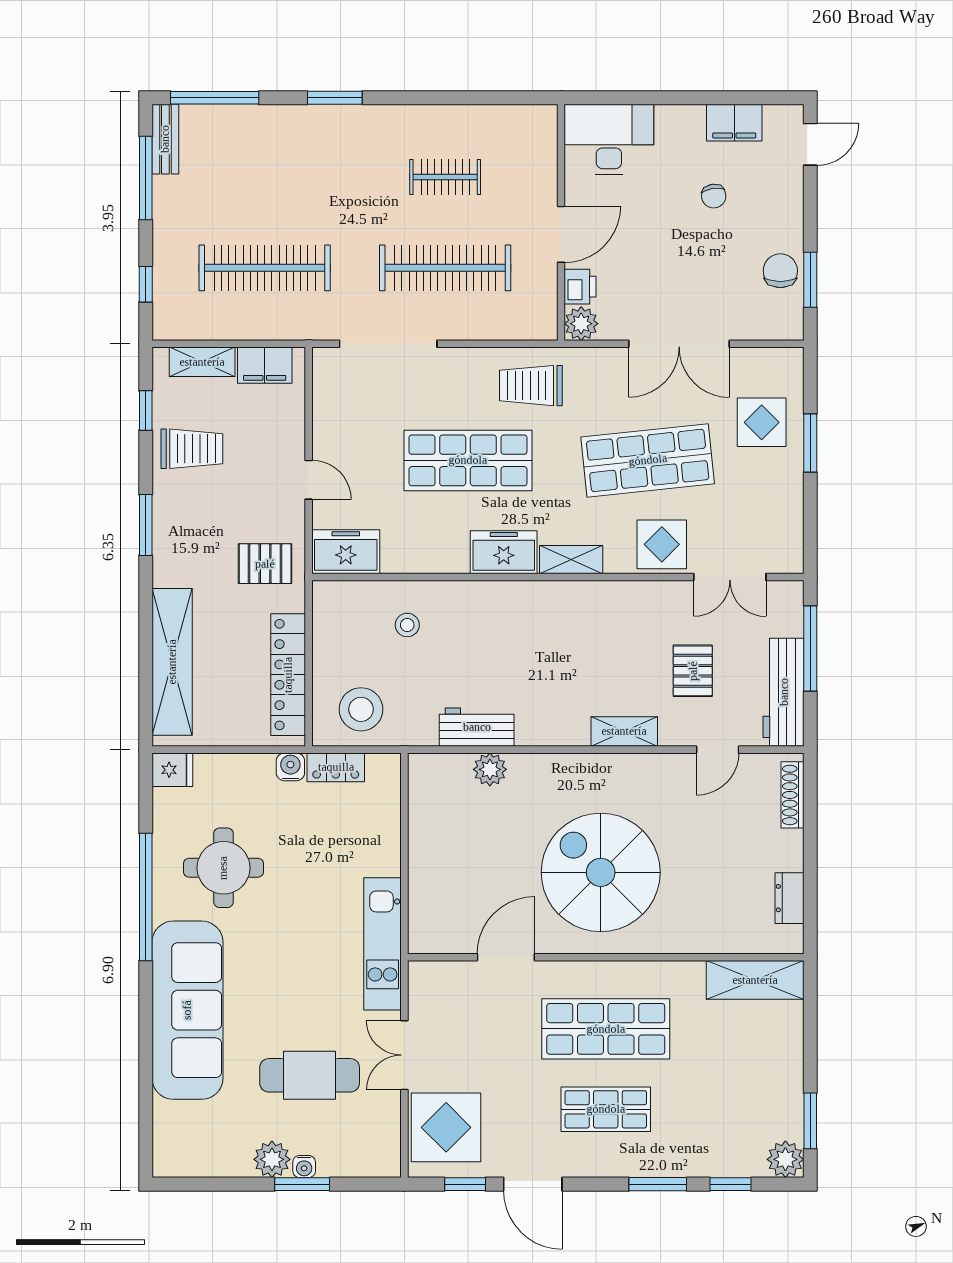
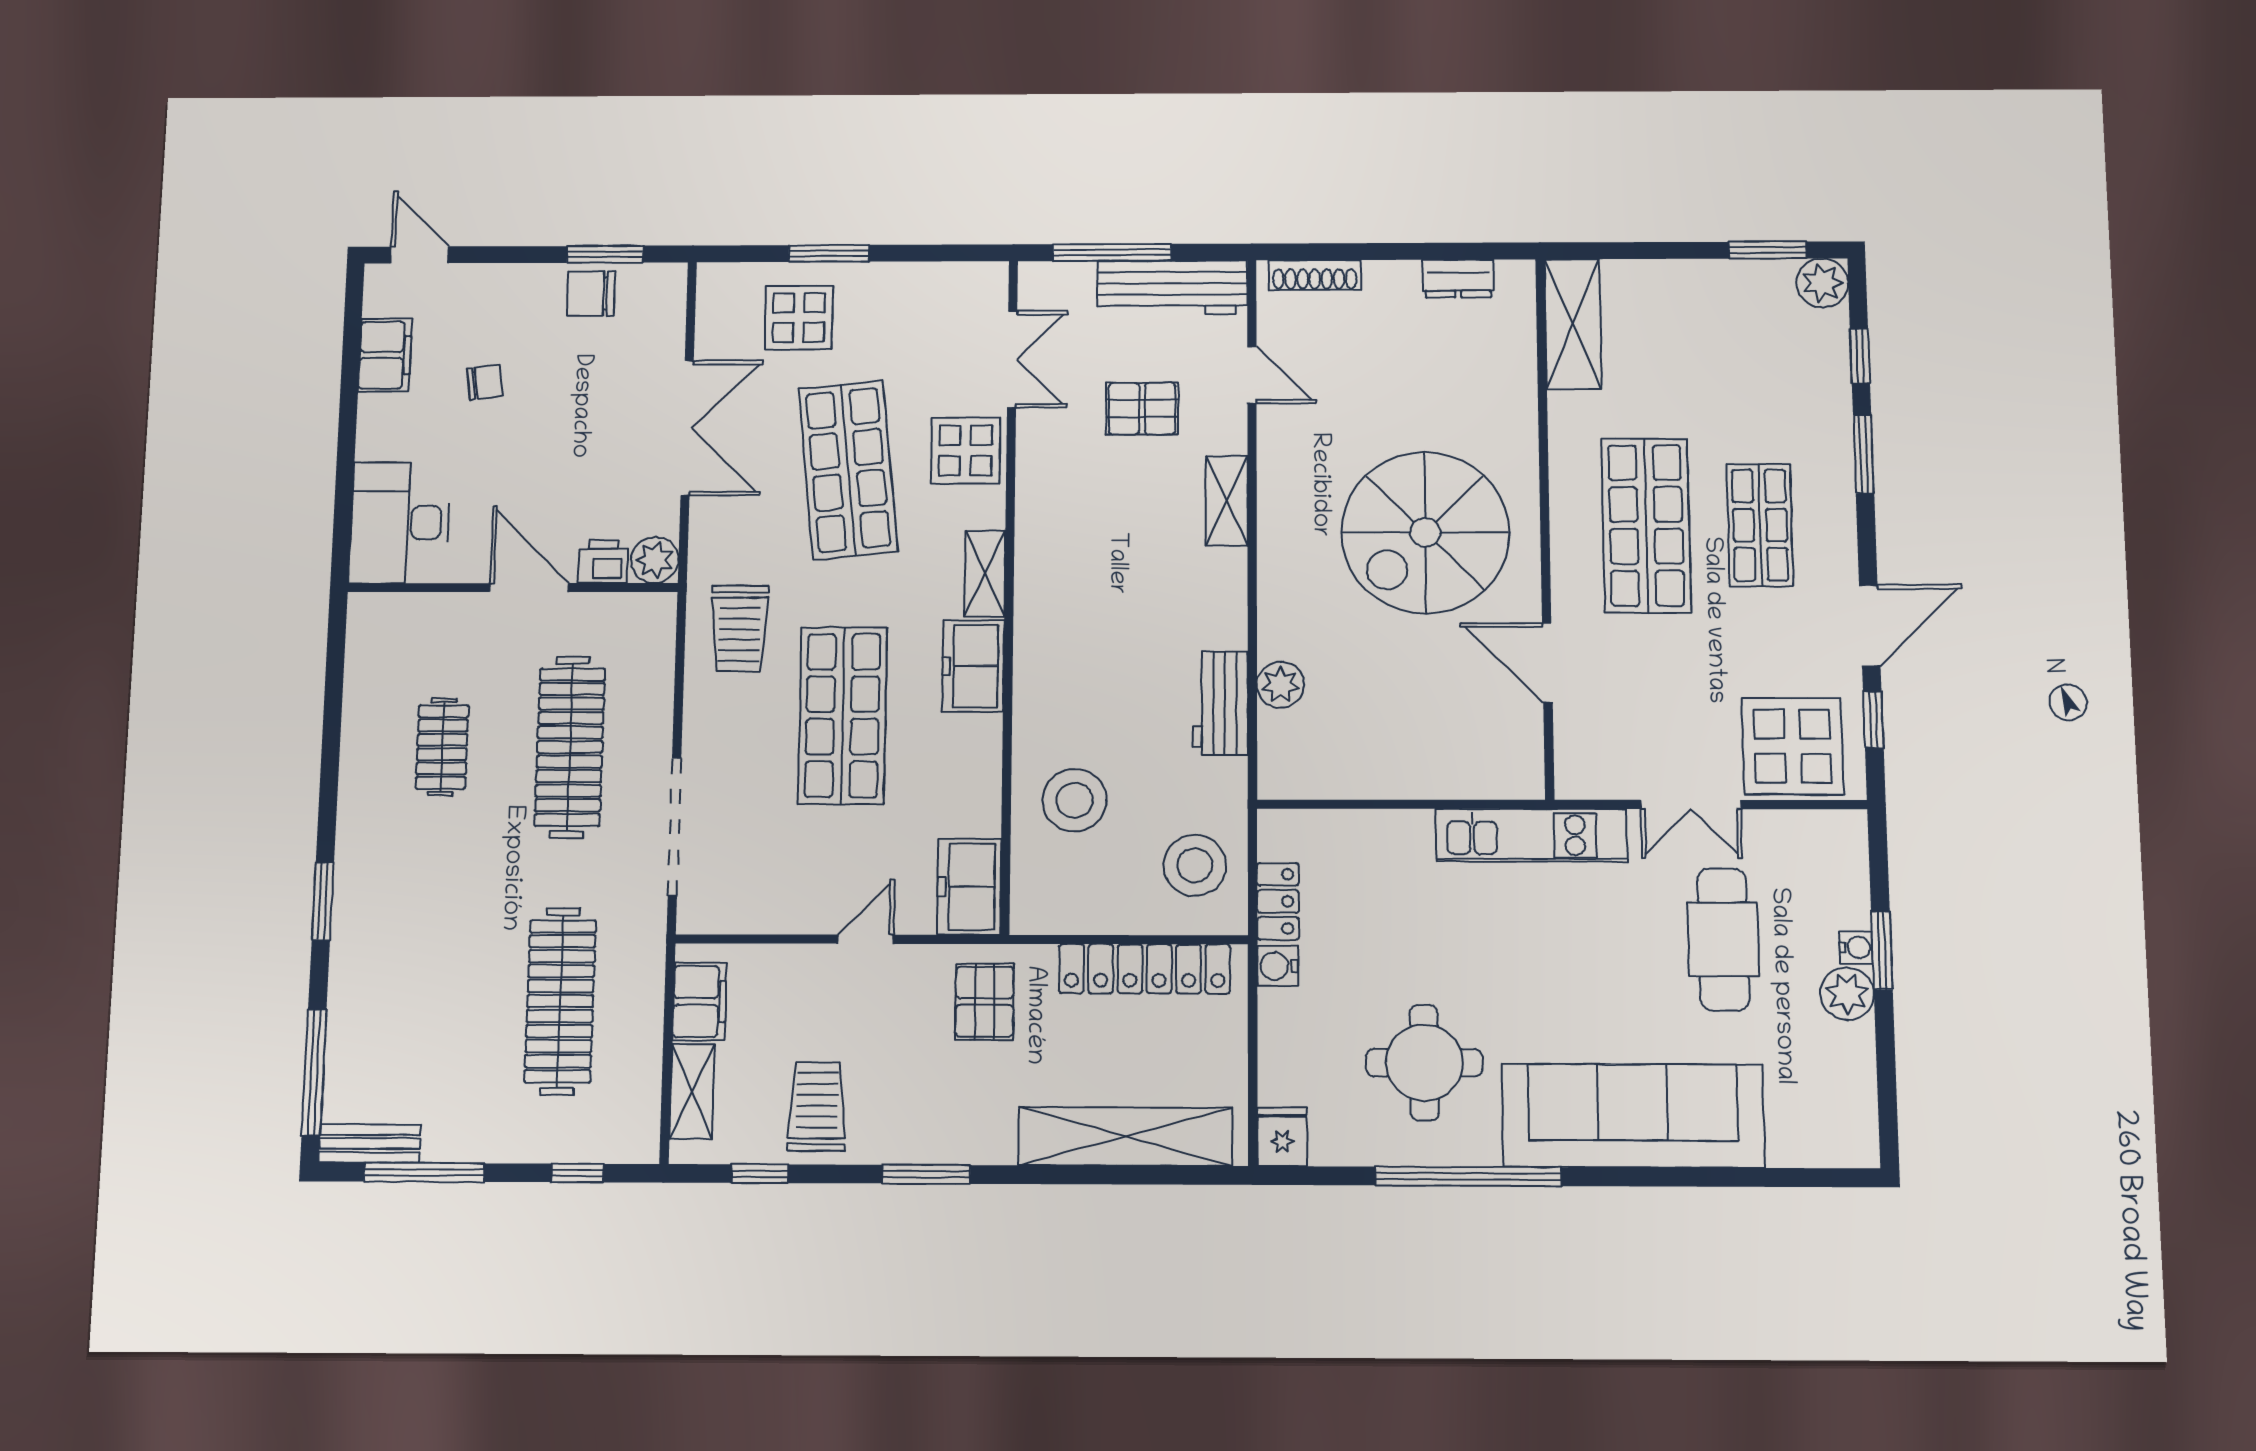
stool: (407, 625) -> (1075, 800), width x1.89, depth x1.89

